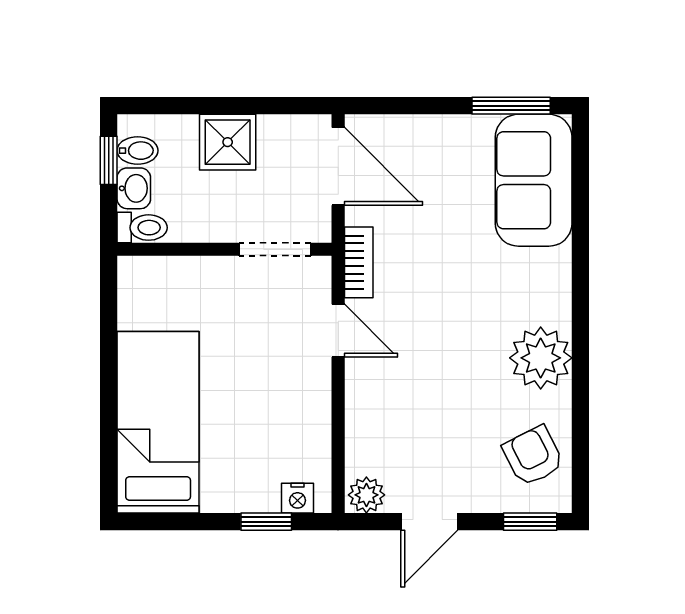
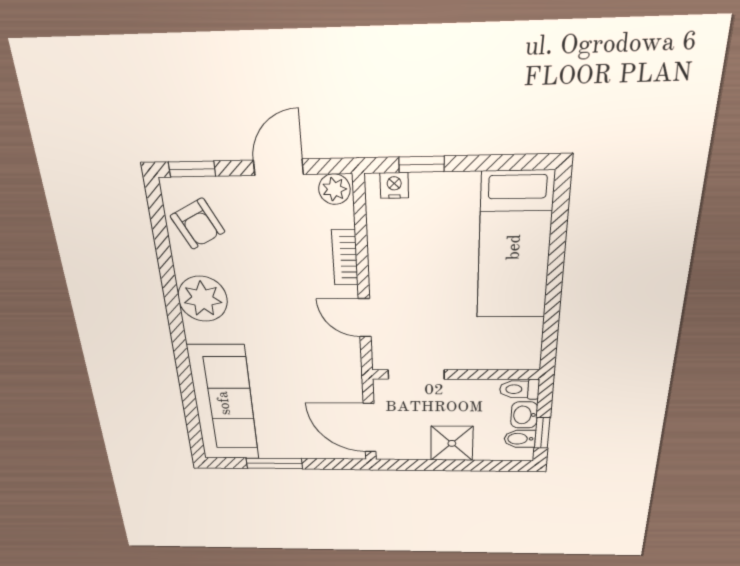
window: (511, 106) -> (274, 463), moved
sofa: (534, 180) -> (224, 403), width x1.36
bookcase: (359, 262) -> (345, 257), moved

